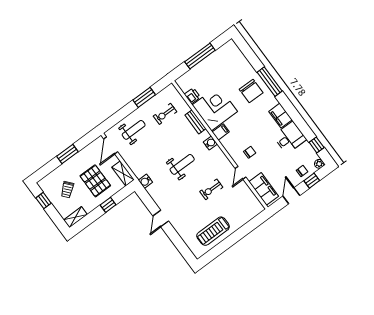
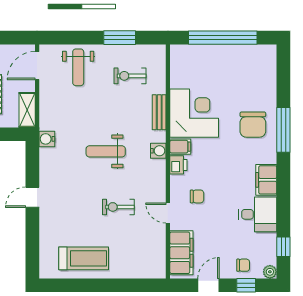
window: (200, 56) -> (223, 38), width x1.46
printer: (192, 96) -> (178, 165), moved
weight bench: (134, 130) -> (78, 67), turned 90
weight bench: (182, 164) -> (106, 151), turned 180
door: (241, 173) -> (168, 213), hinge flipped
treadmill: (213, 231) -> (84, 258), turned 180

